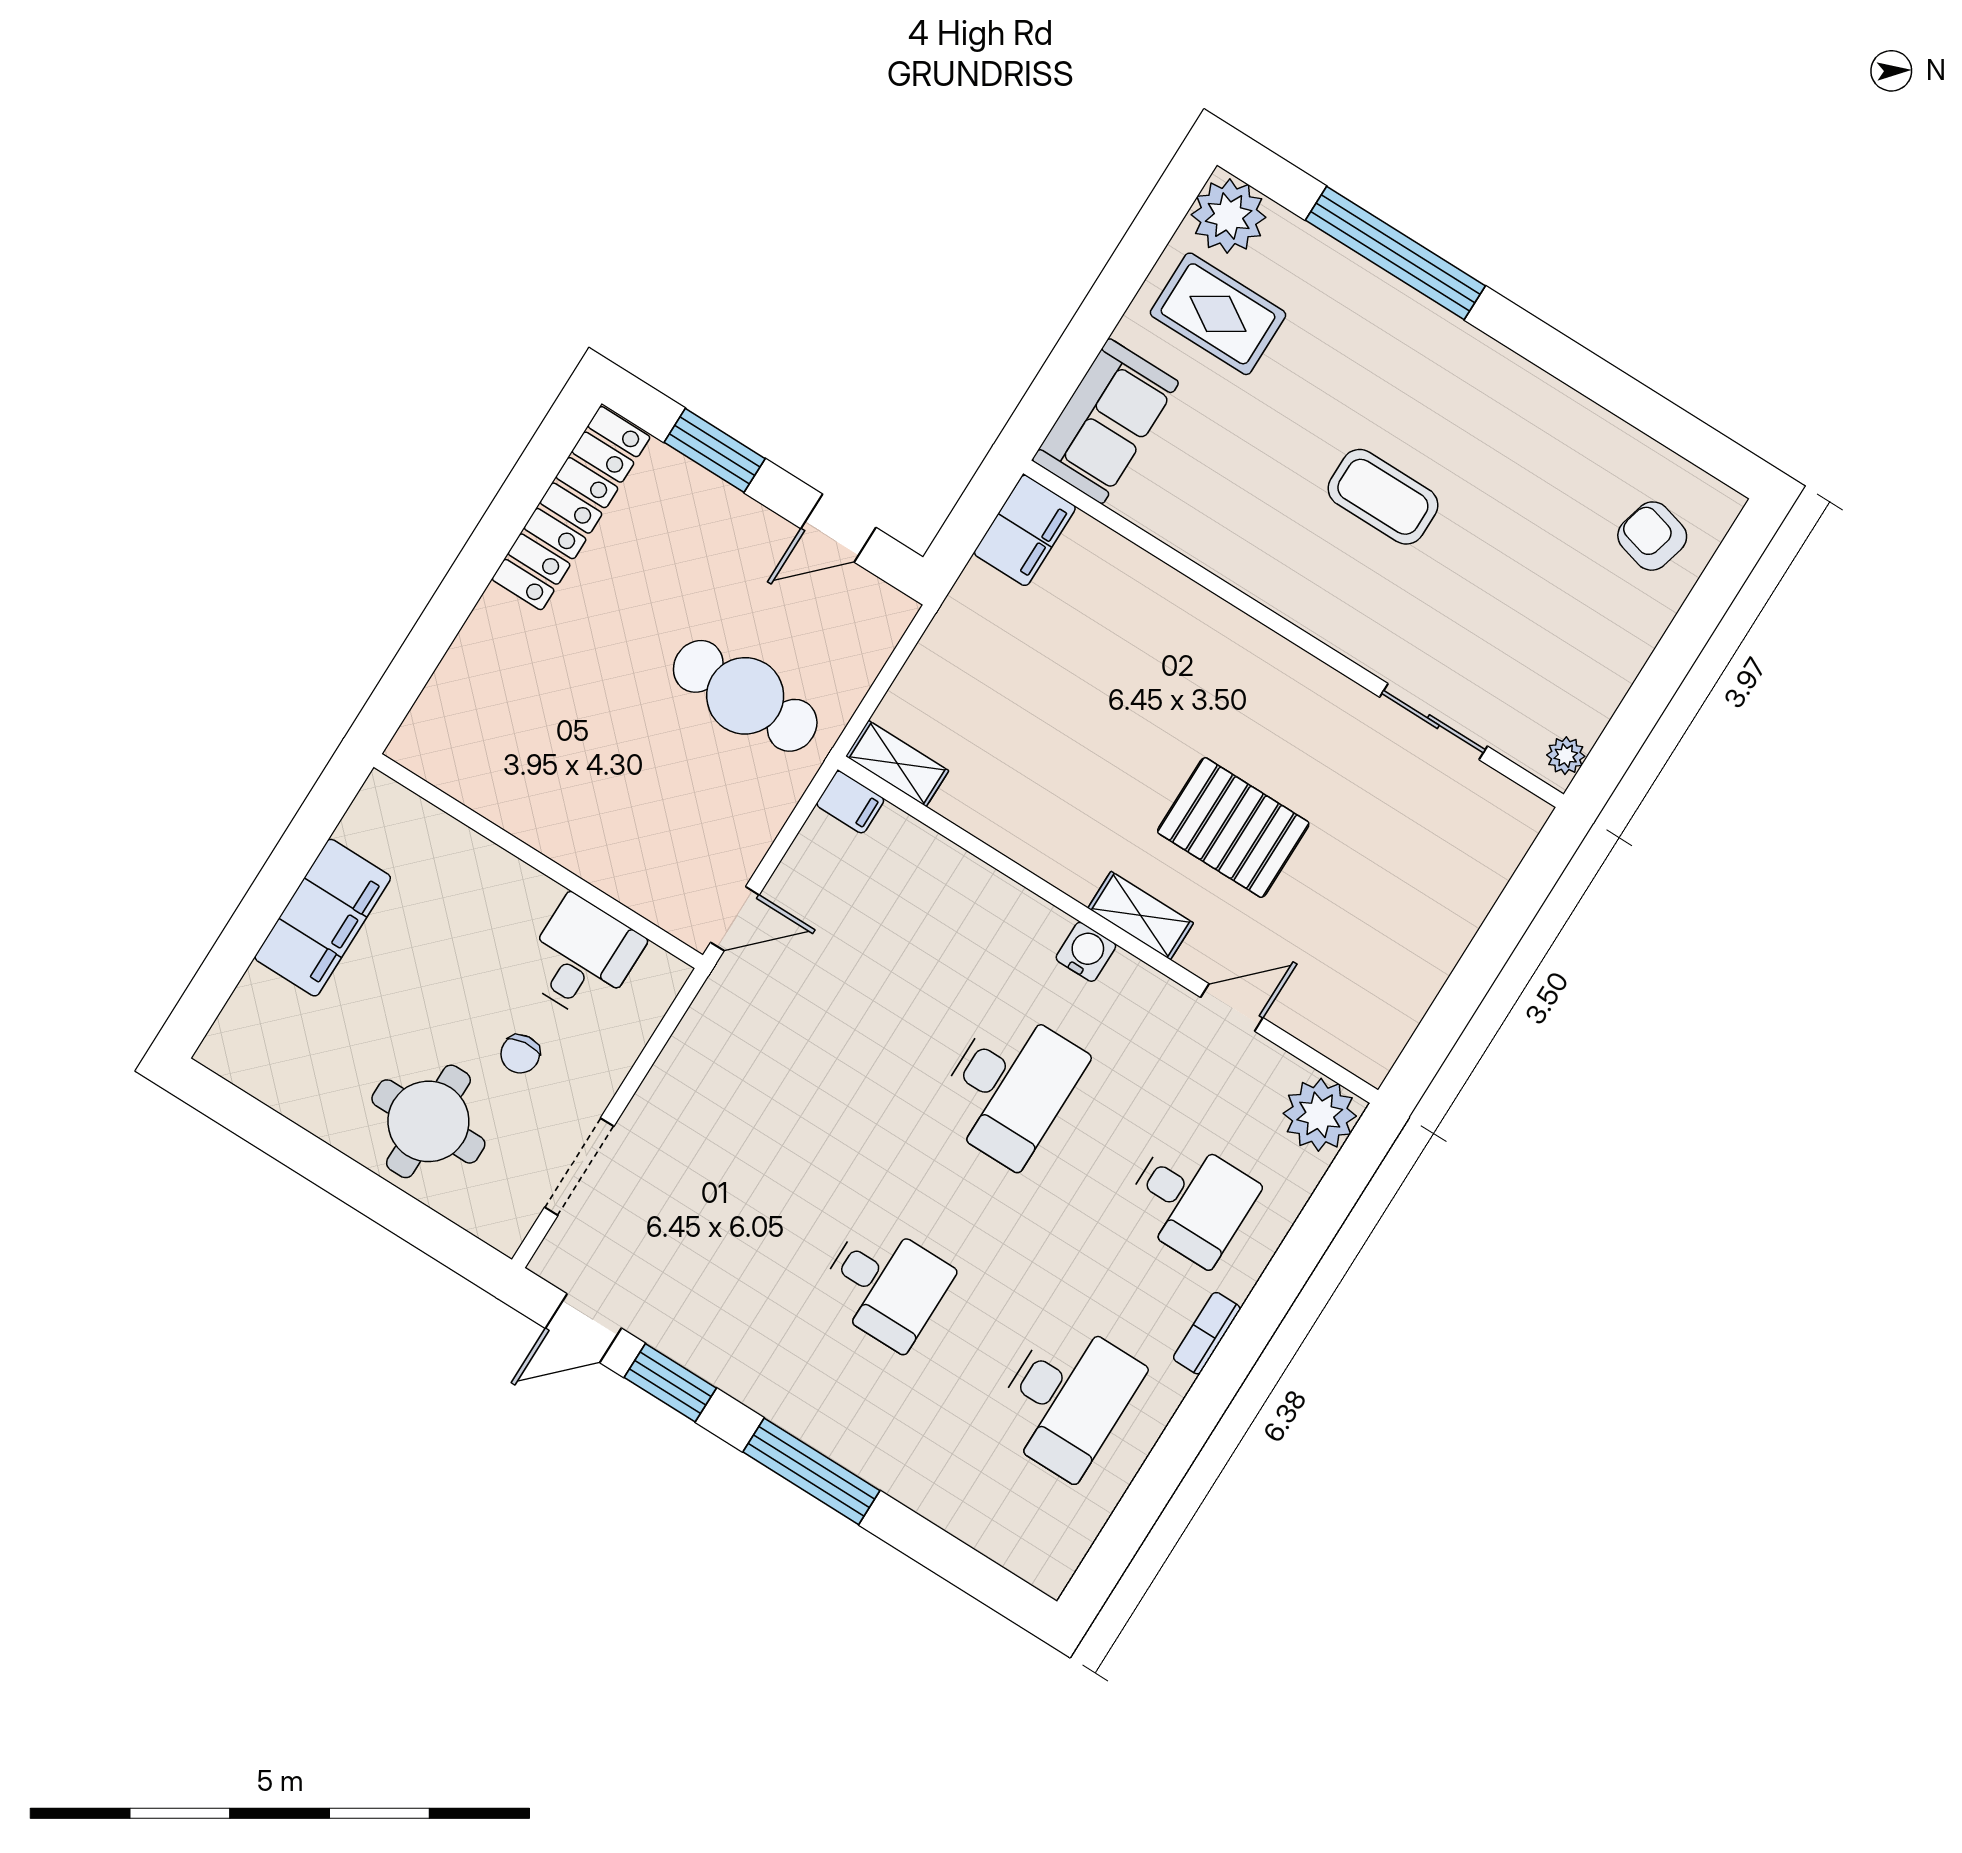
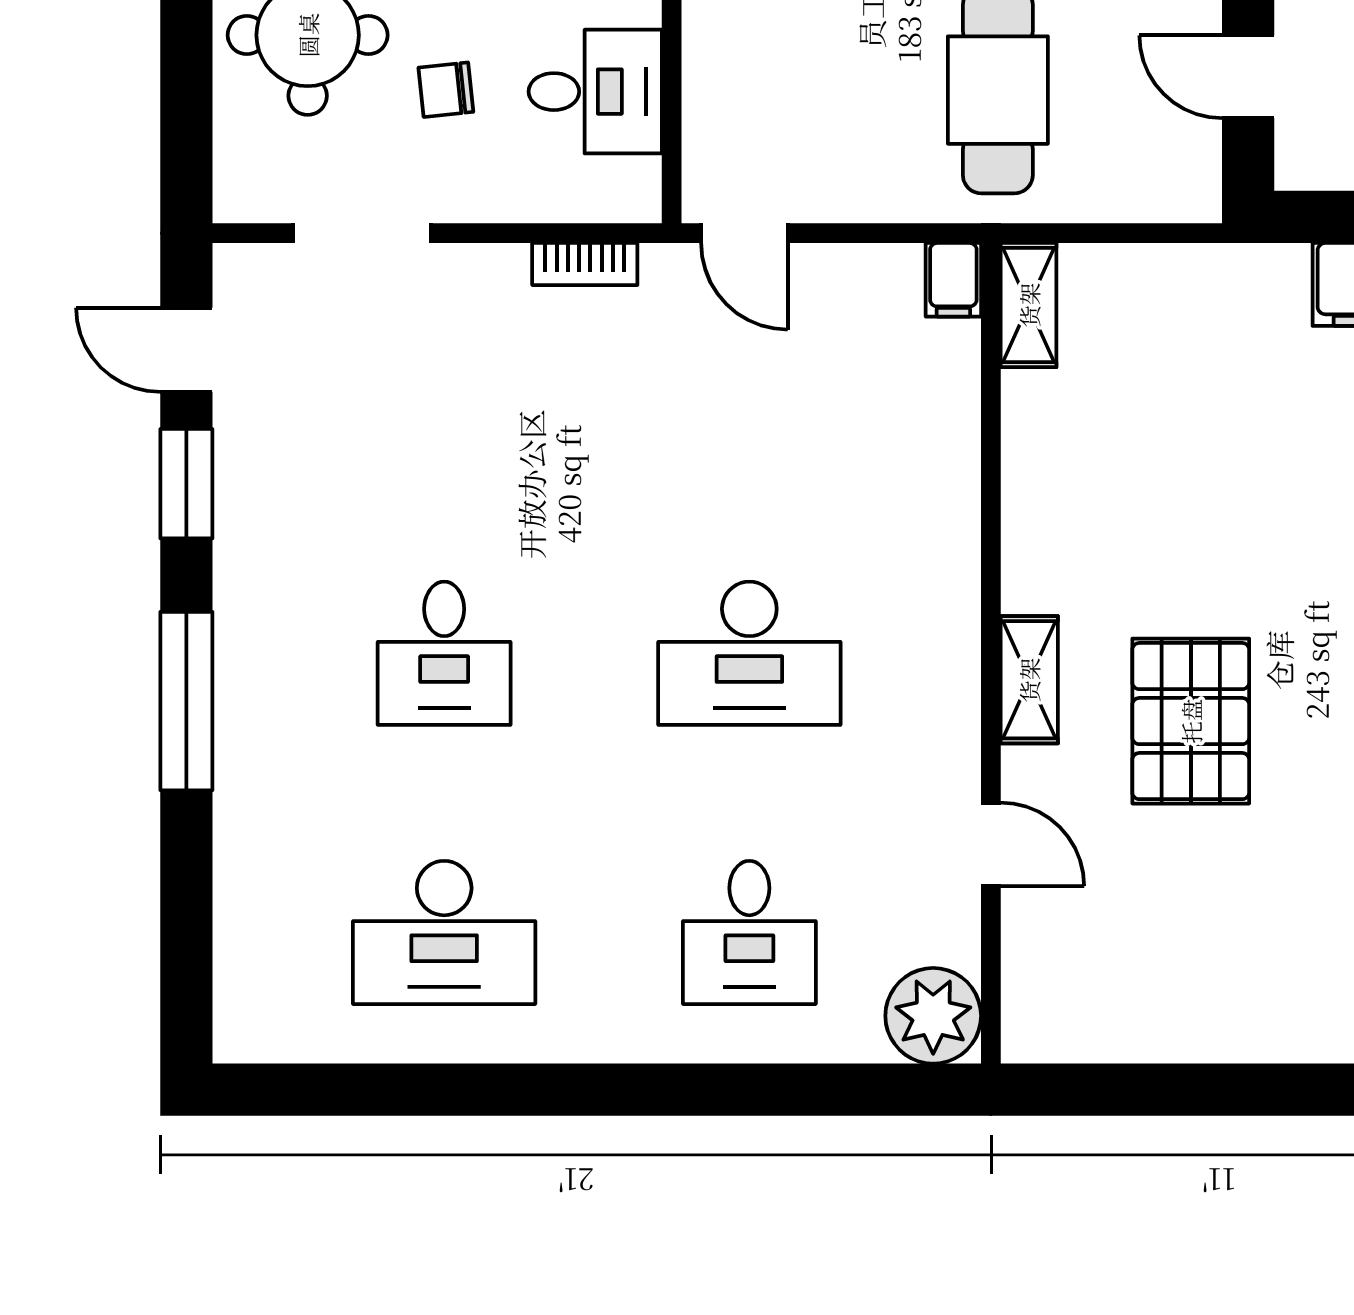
water cooler: (1086, 952) -> (951, 644), removed
bookcase: (1207, 1333) -> (585, 264), moved, turned 180

